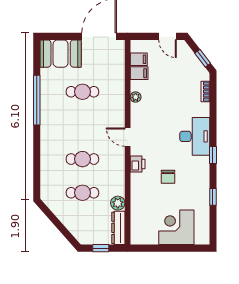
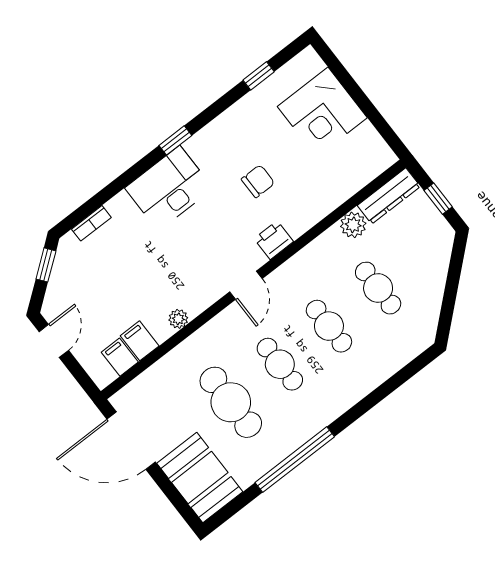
cafe table: (82, 92) -> (231, 402), width x1.37, depth x1.35
cafe table: (82, 125) -> (280, 364), added
window: (213, 197) -> (259, 76), moved

